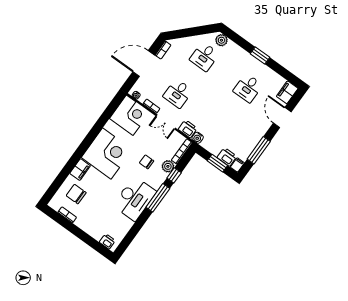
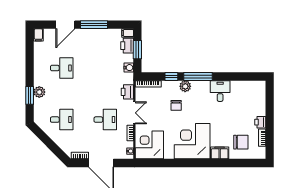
plant: (221, 40) -> (39, 92), moved
window: (260, 56) -> (30, 95), moved
filing cabinet: (287, 92) -> (38, 35), width x0.50
water cooler: (198, 138) -> (129, 68), moved
window: (259, 150) -> (94, 25), moved
plant: (168, 166) -> (185, 86), moved
chair: (76, 194) -> (241, 142), turned -90
desk: (135, 199) -> (220, 91), width x0.53, depth x0.77
printer: (107, 241) -> (260, 122), moved

